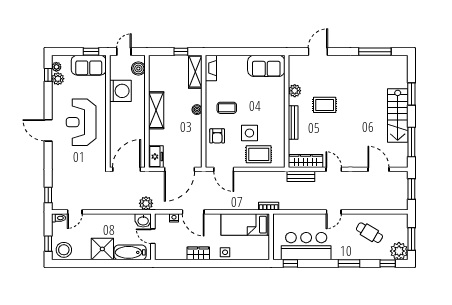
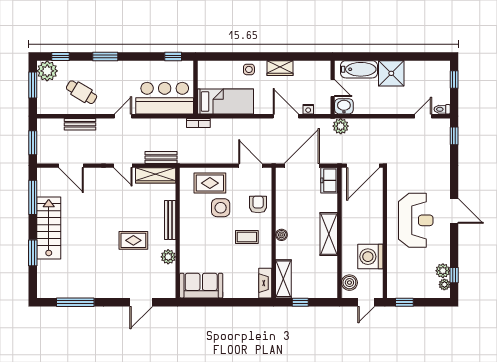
sofa: (89, 65) -> (407, 286), removed
bench: (371, 205) -> (80, 124), added
bar counter: (306, 246) -> (165, 98), moved, turned 180
stool: (64, 250) -> (436, 72), removed

